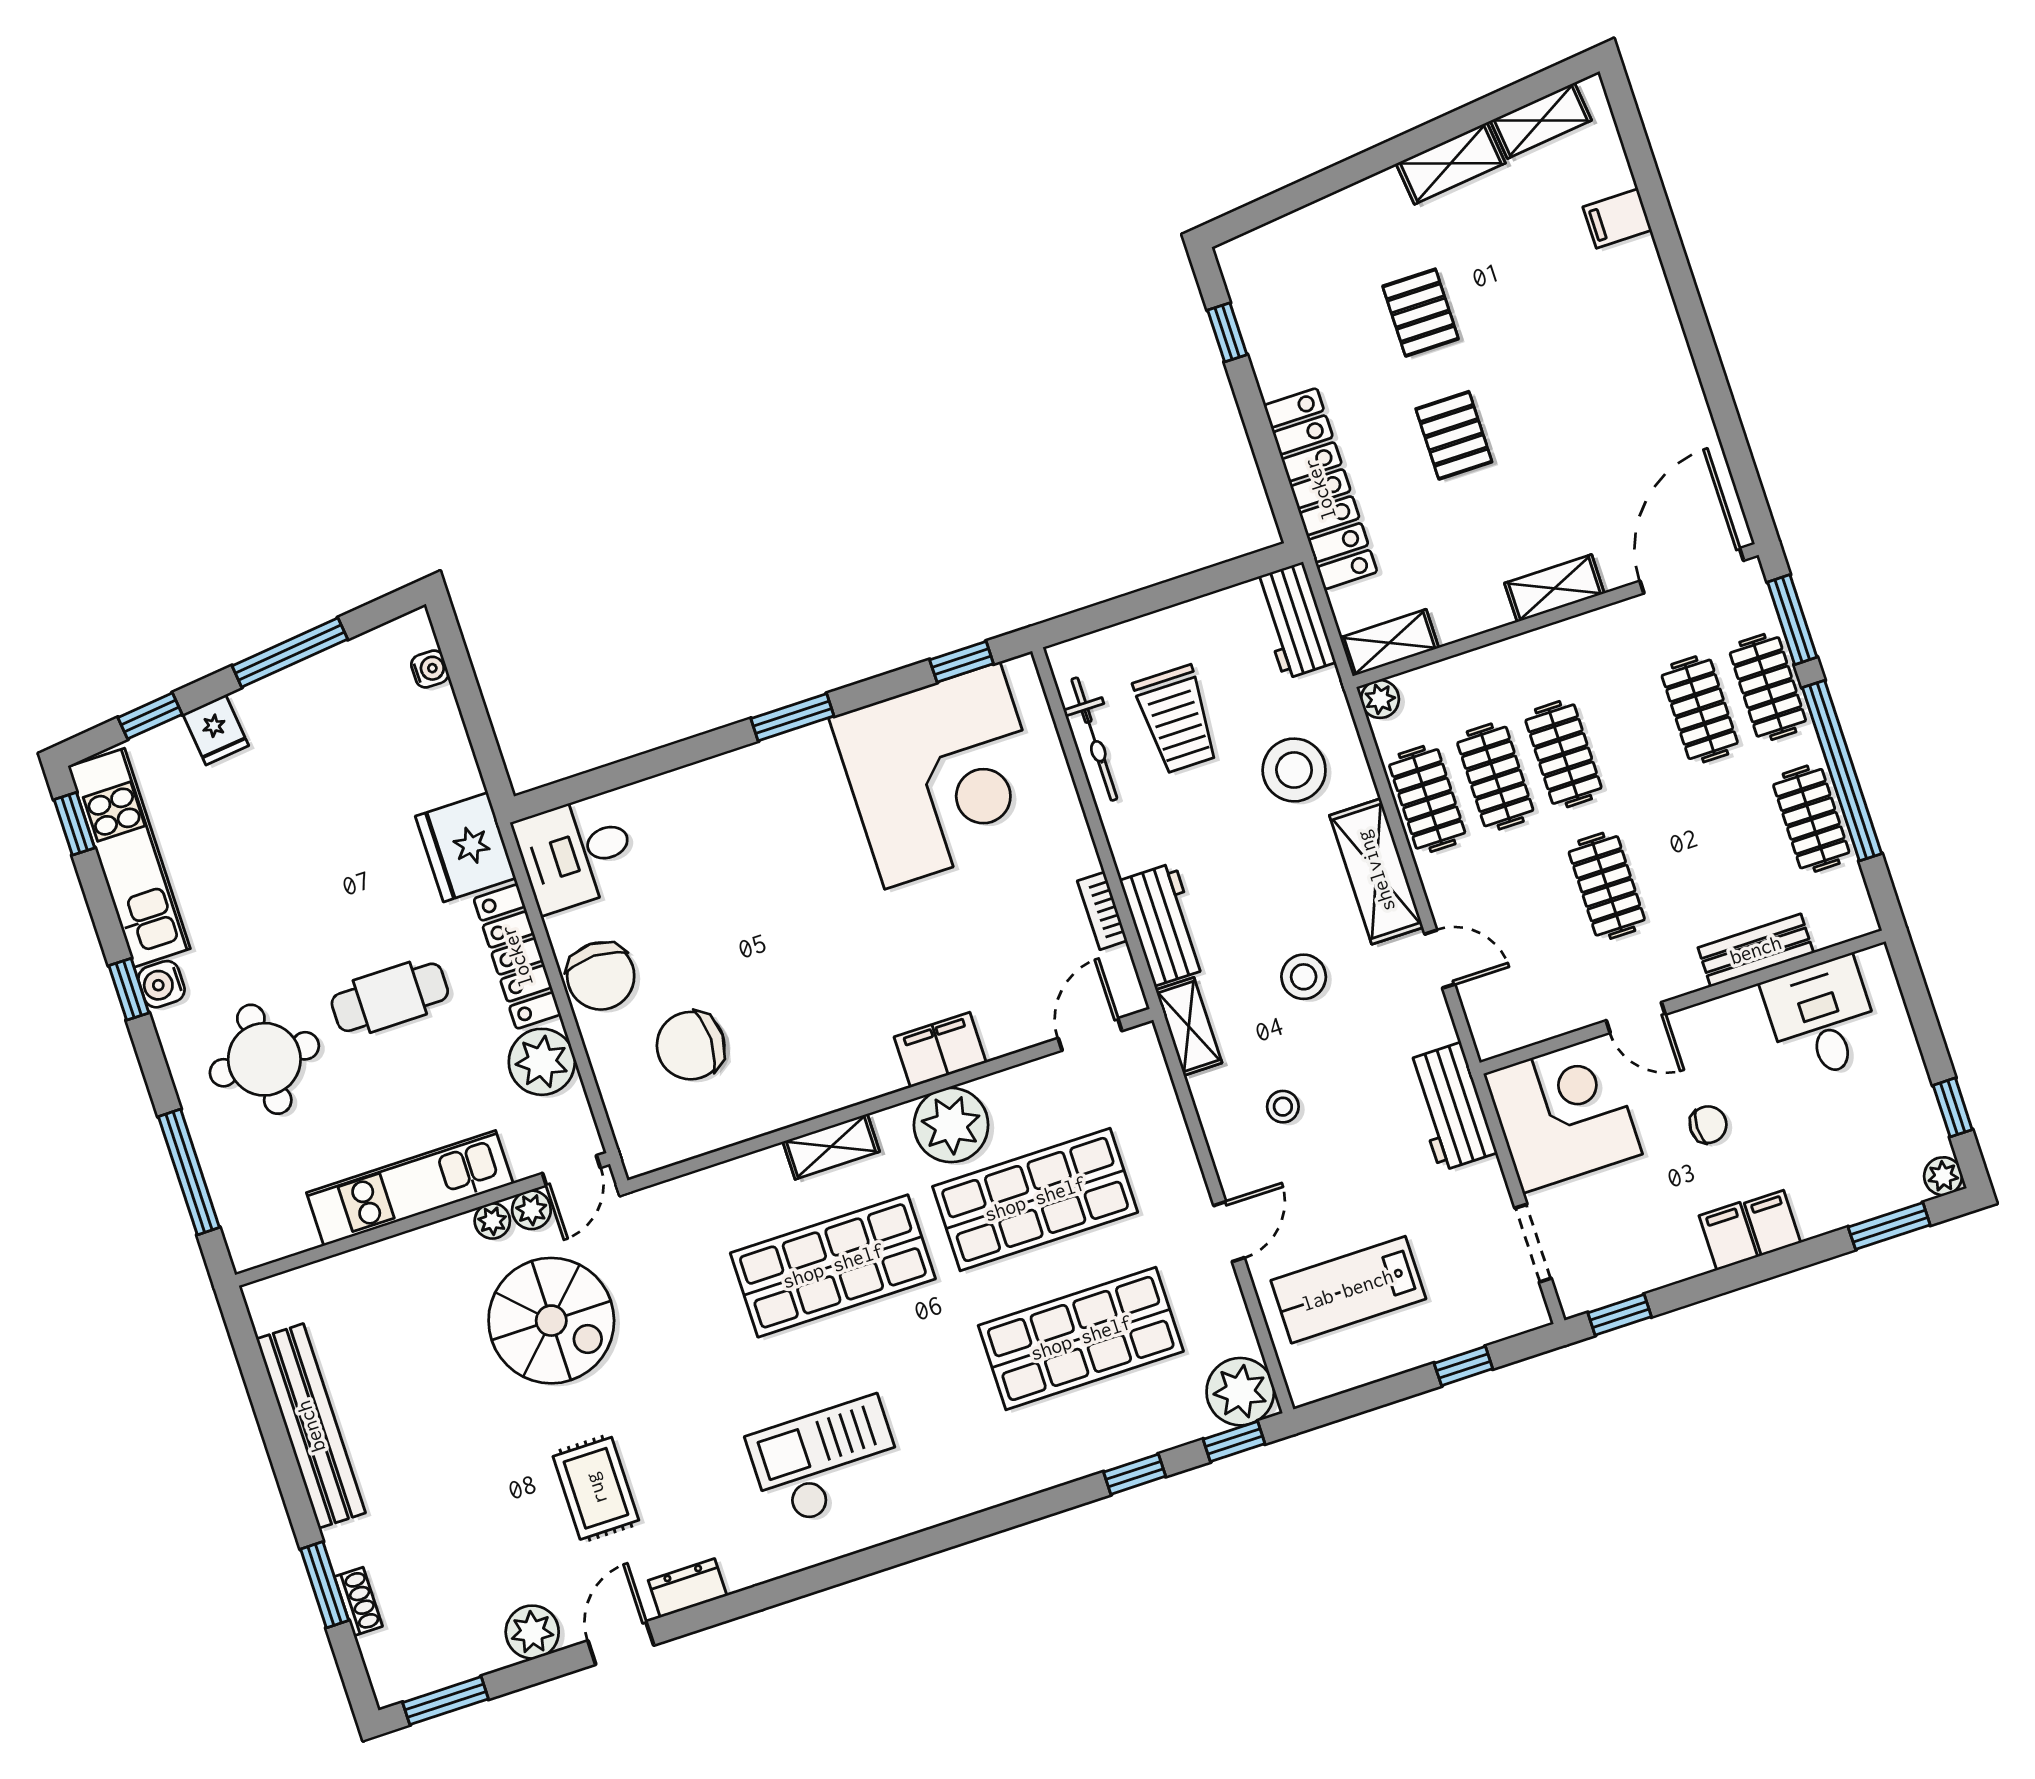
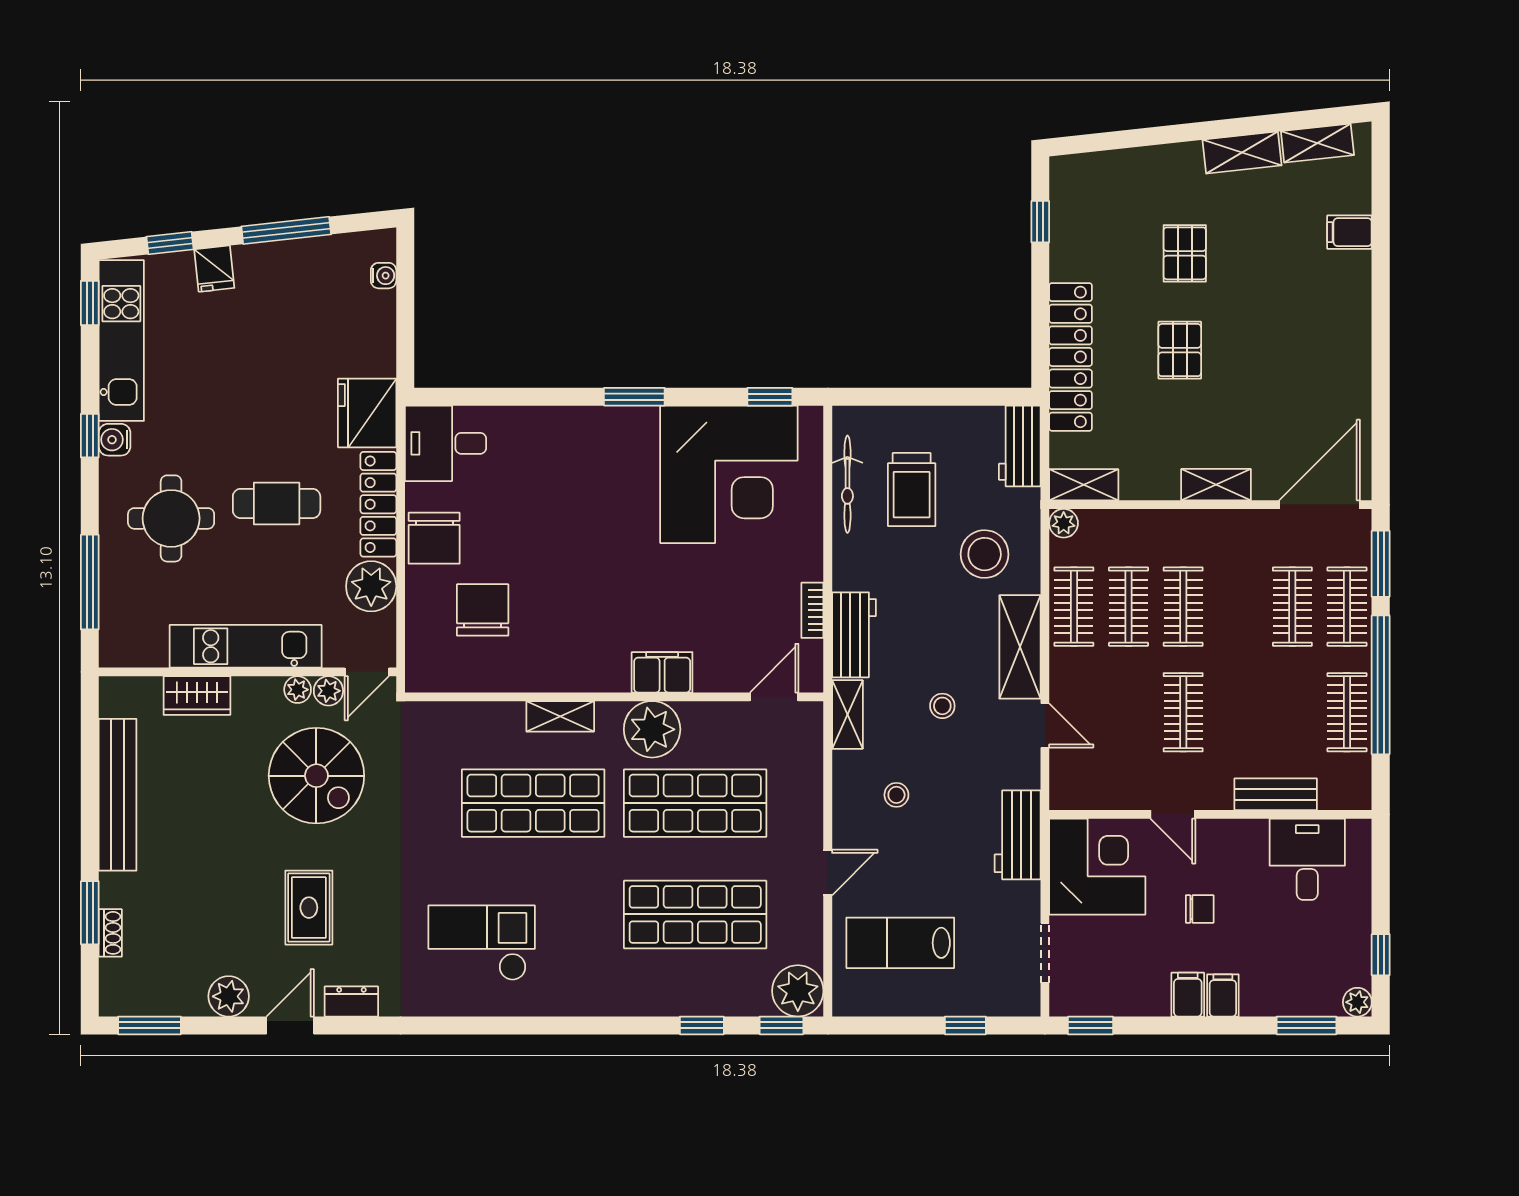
stool: (1304, 977) -> (942, 706), width x0.73, depth x0.73
chair: (691, 1046) -> (483, 610), turned 90
wardrobe: (369, 1270) -> (197, 696), added

